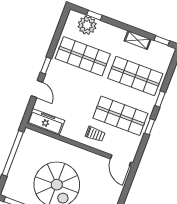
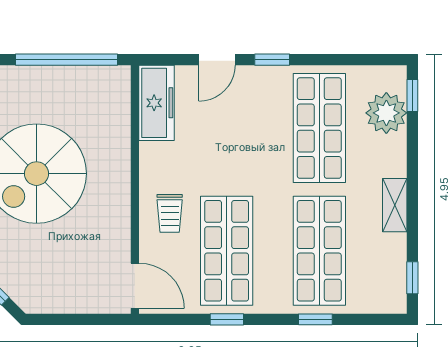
window: (94, 15) -> (412, 95), moved
shelving: (138, 40) -> (395, 205), moved
window: (160, 99) -> (315, 319), moved
door: (121, 161) -> (135, 286), swing flipped

